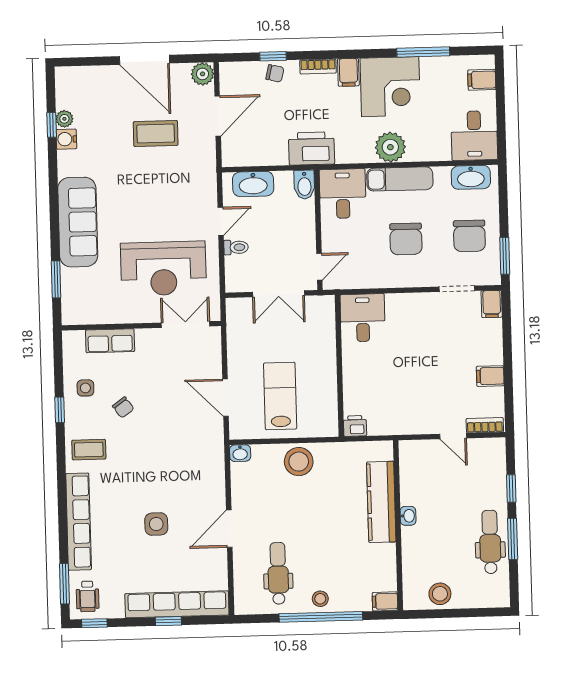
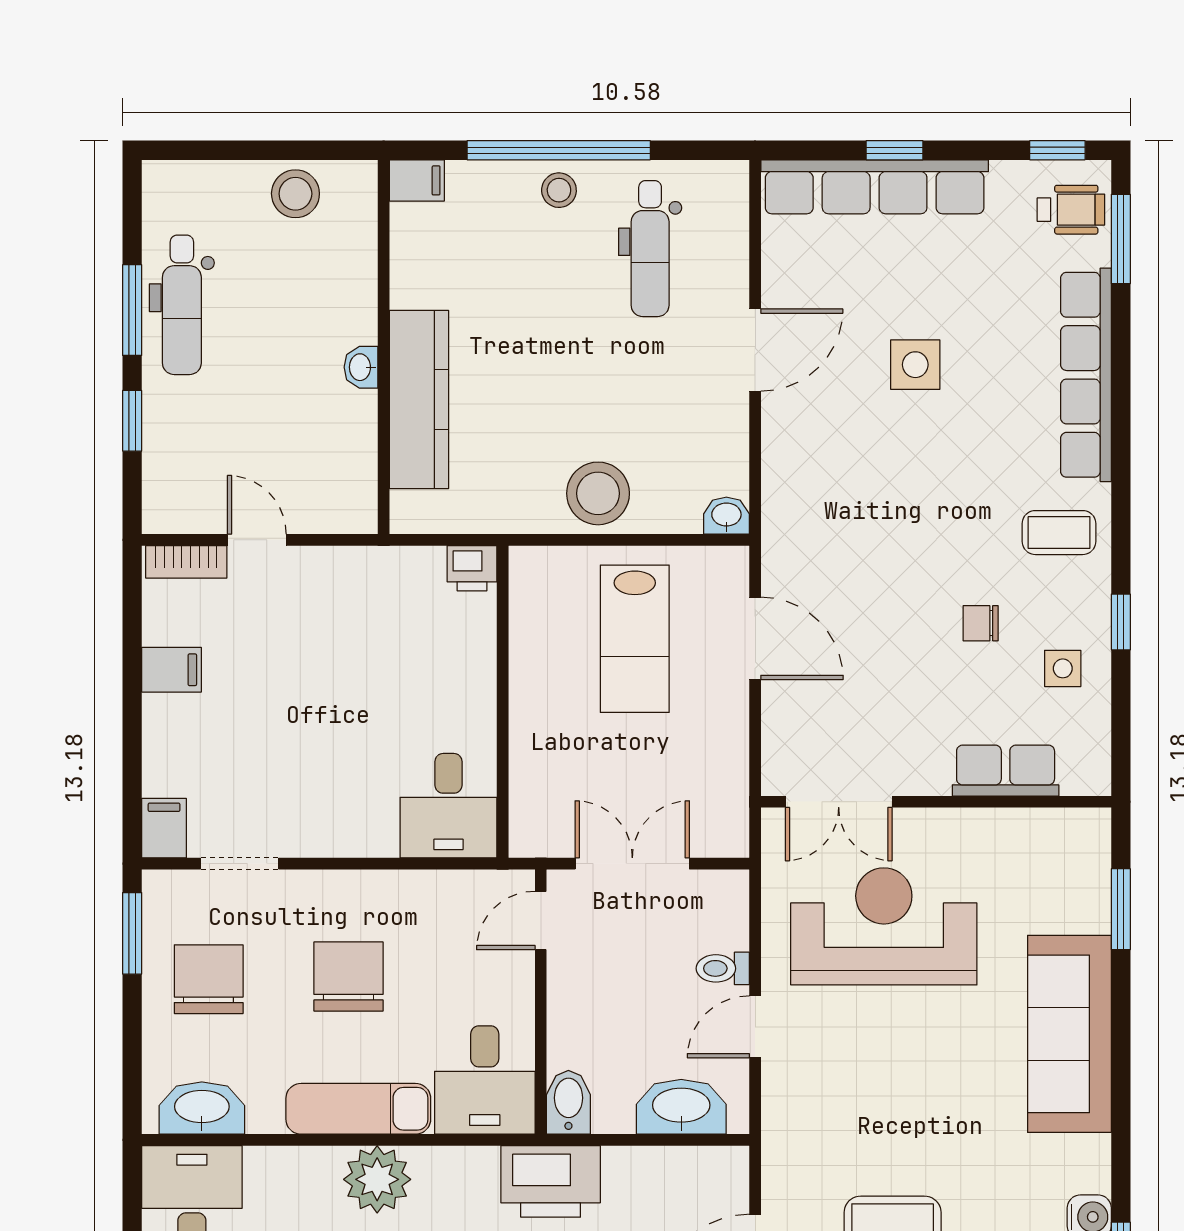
chair: (123, 407) -> (981, 623), turned -54
wheelchair: (88, 596) -> (1071, 210), turned 90

